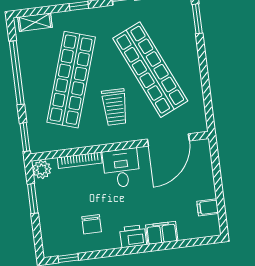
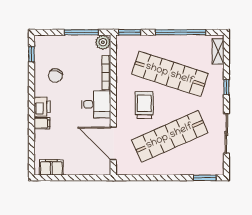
trolley: (115, 107) -> (144, 105), turned 90
window: (33, 199) -> (81, 32), width x1.44
filing cabinet: (208, 207) -> (51, 167), width x2.00
chair: (92, 224) -> (55, 76), turned -74
filing cabinet: (162, 233) -> (42, 123), width x0.50

